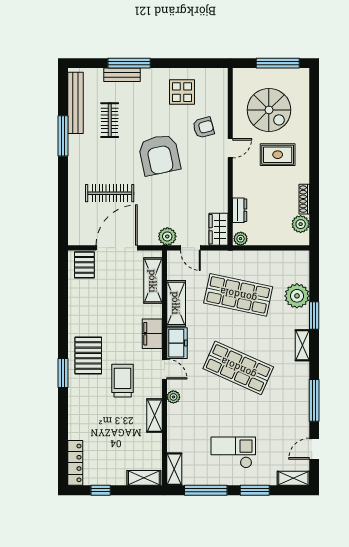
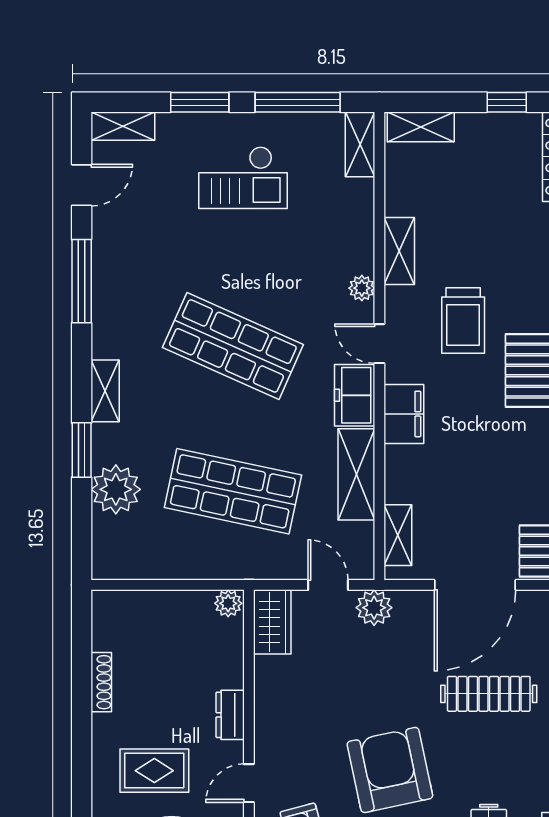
dresser: (240, 210) -> (230, 715), moved
plant: (301, 224) -> (109, 632), removed
shelving: (153, 281) -> (398, 535), width x0.67, depth x0.75

